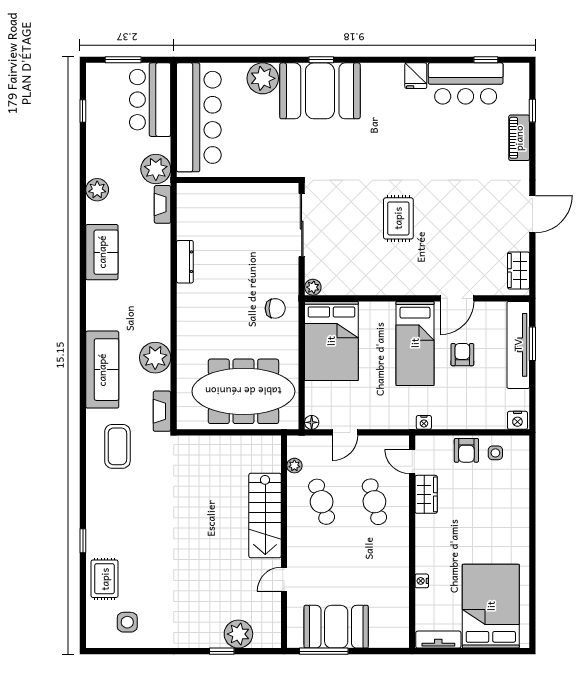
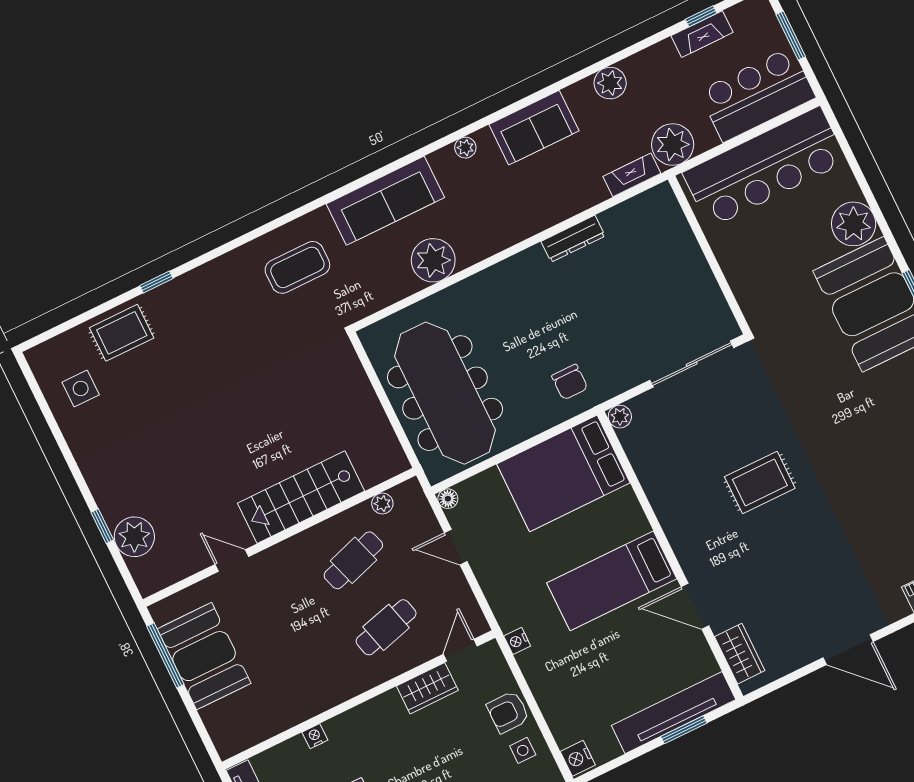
wardrobe: (519, 270) -> (740, 654), moved, turned 90
plant: (93, 302) -> (465, 148), added
armchair: (462, 355) -> (627, 648), removed
fireplace: (162, 411) -> (702, 34), moved, turned 180

